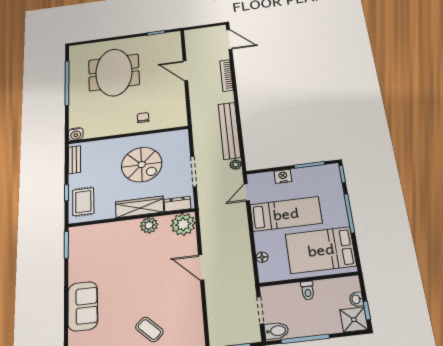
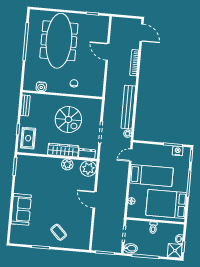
meeting table: (114, 72) -> (59, 41), width x1.36
water cooler: (76, 134) -> (41, 87), moved
nightstand: (283, 176) -> (178, 151), moved

